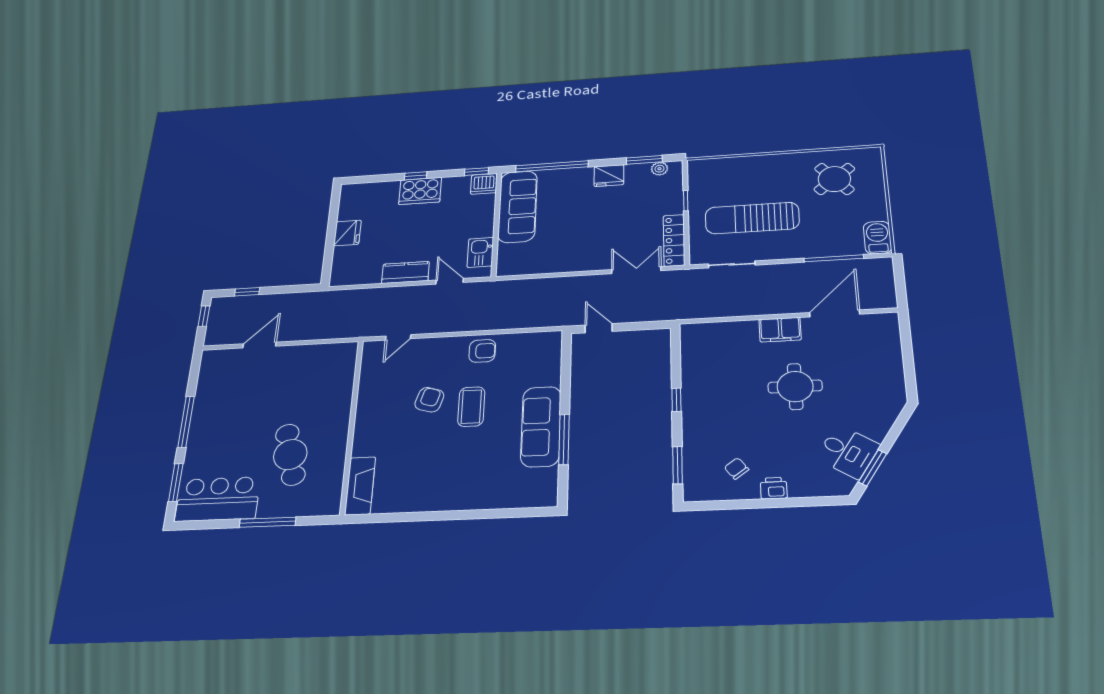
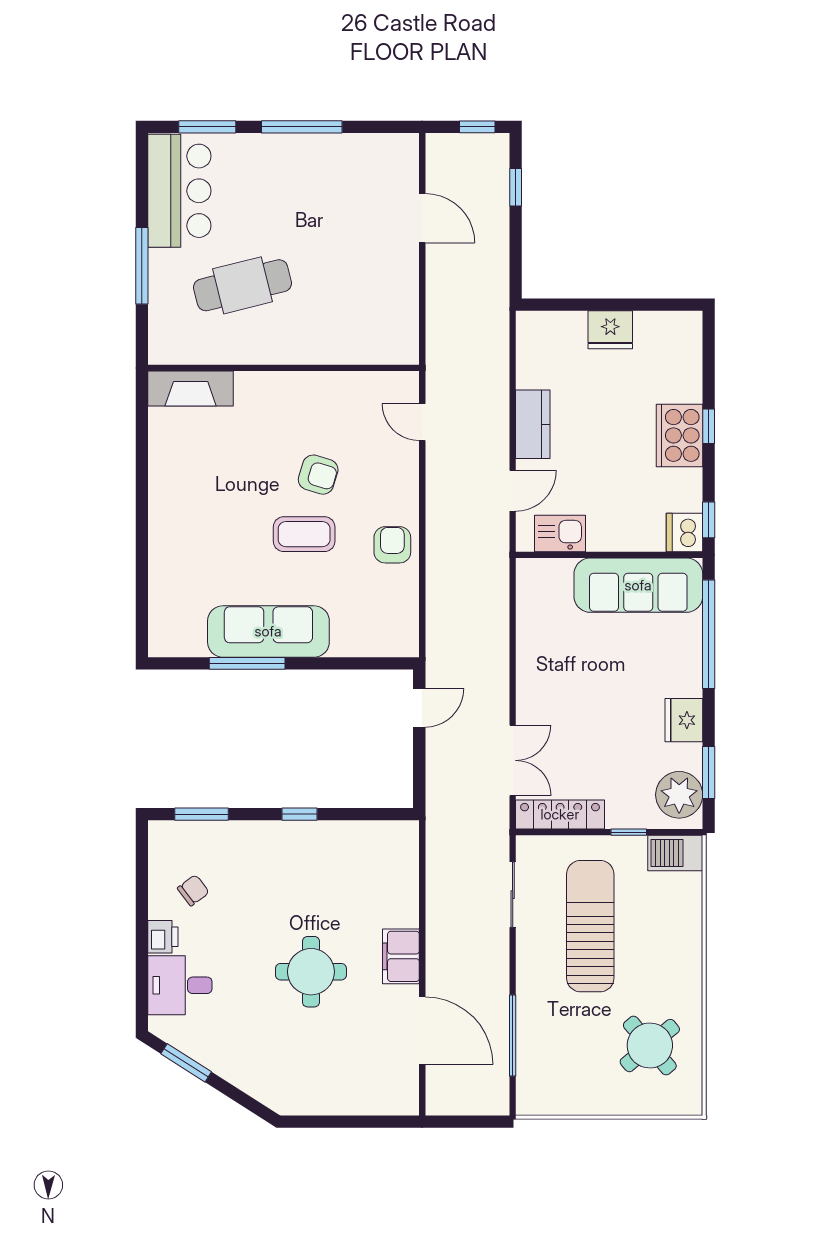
plant: (659, 169) -> (679, 795), width x1.88, depth x1.88
barbecue: (877, 238) -> (675, 853), moved, turned 180
armchair: (482, 351) -> (392, 545), turned 180
desk: (848, 452) -> (180, 985), moved, turned 57

